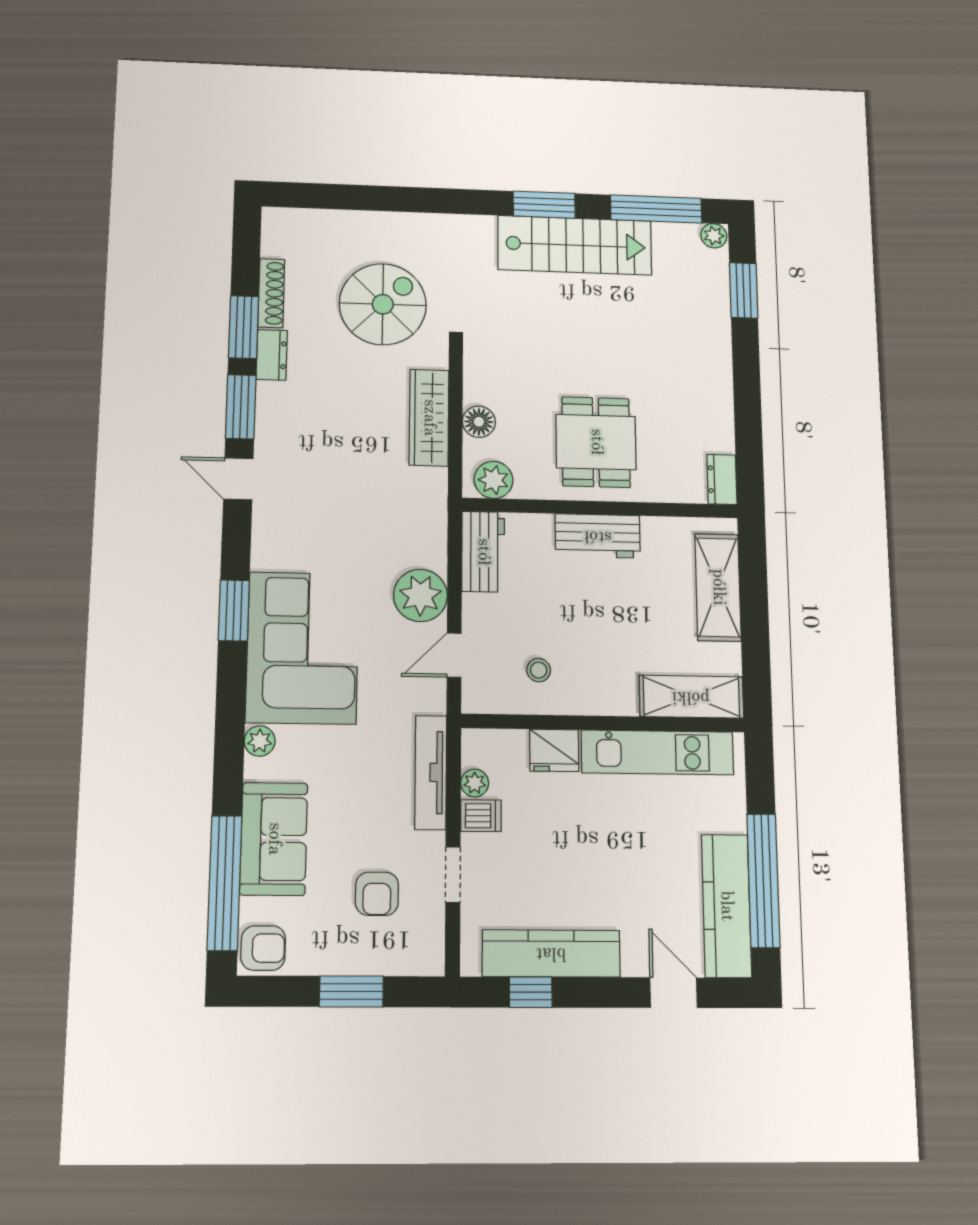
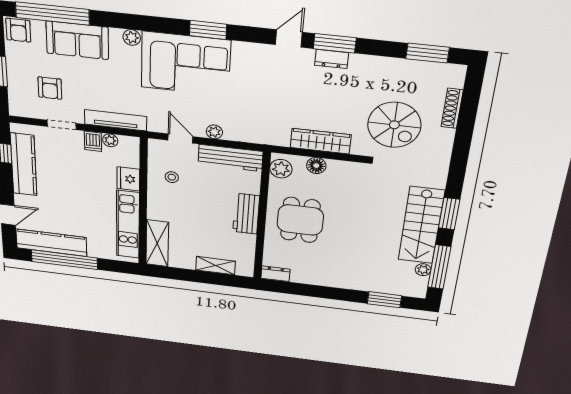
plant: (714, 236) -> (423, 270), moved
shoe rack: (271, 293) -> (452, 108), moved, turned 90
window: (244, 327) -> (428, 53), moved
dresser: (272, 355) -> (332, 59), moved
dining table: (596, 442) -> (300, 220), turned 90
workbench: (483, 552) -> (230, 158), width x1.38
shelving: (718, 587) -> (216, 266), width x0.67, depth x0.75
plant: (420, 595) -> (214, 132), width x0.53, depth x0.53
armchair: (377, 894) -> (50, 88), turned -90

